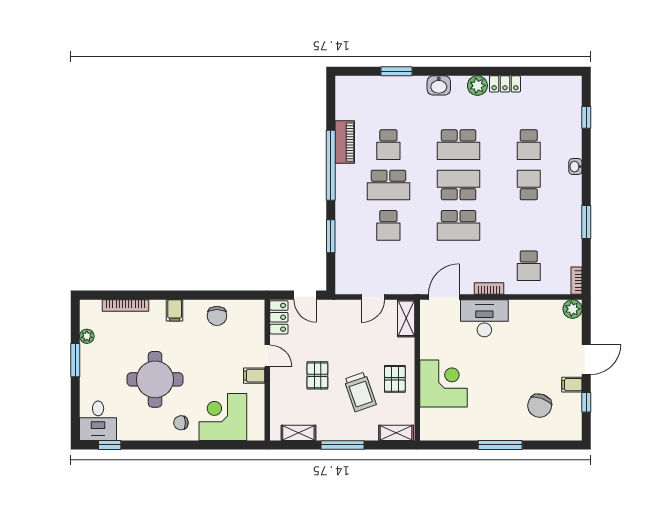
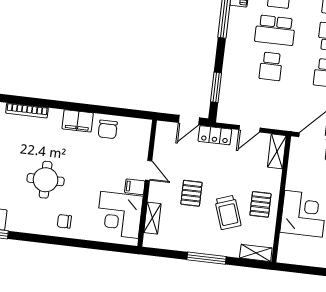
window: (331, 236) -> (216, 87), moved
door: (305, 295) -> (189, 120), hinge flipped
filing cabinet: (175, 310) -> (78, 121), width x2.00
locker: (279, 317) -> (215, 135), moved, turned 90
round table: (155, 379) -> (46, 180), width x0.73, depth x0.73
corner desk: (223, 417) -> (120, 215), moved, turned -90
shelving: (298, 433) -> (152, 218), moved, turned 90

